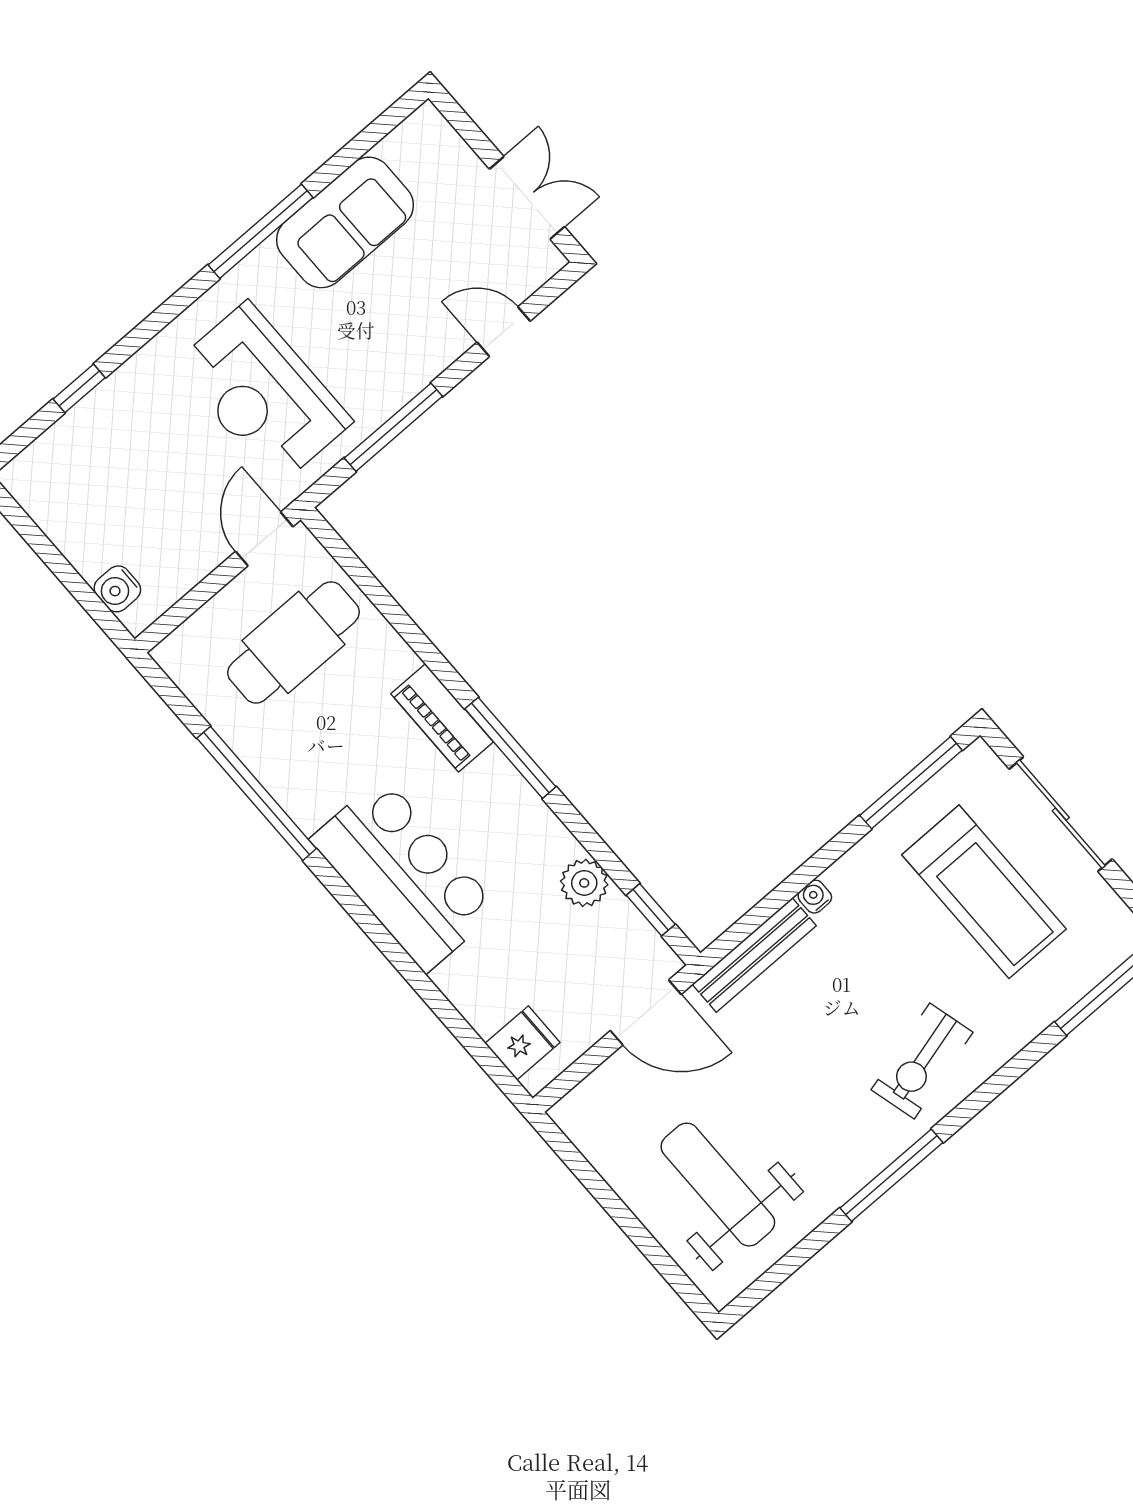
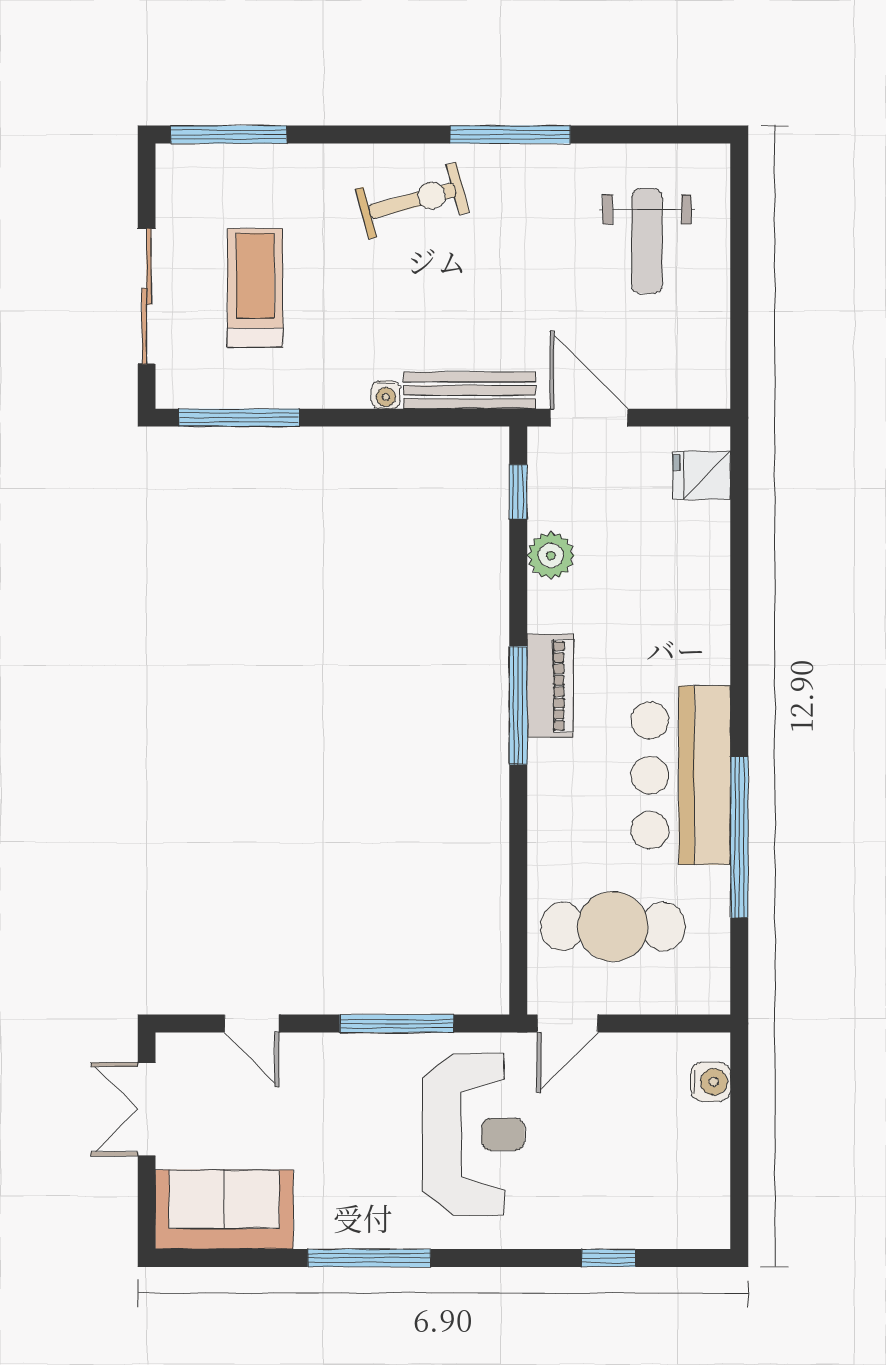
sofa: (345, 222) -> (224, 1209), moved
piano: (442, 718) -> (550, 686), moved
bar counter: (404, 875) -> (681, 775), moved
treadmill: (984, 892) -> (255, 288), width x0.73, depth x0.73
weight bench: (718, 1185) -> (647, 241), width x0.73, depth x0.75

